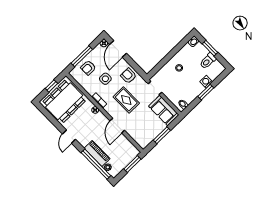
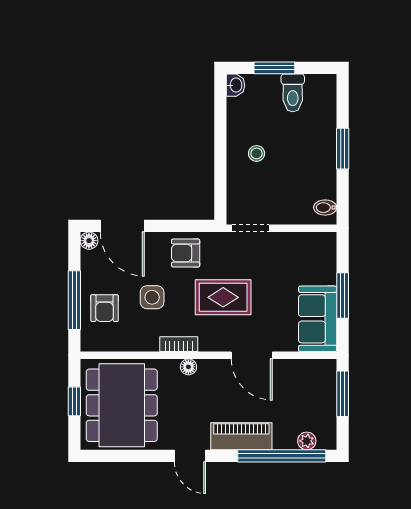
washing machine: (206, 82) -> (326, 130), removed
sofa: (164, 111) -> (318, 319), moved, turned 90
piano: (97, 153) -> (241, 436), moved

